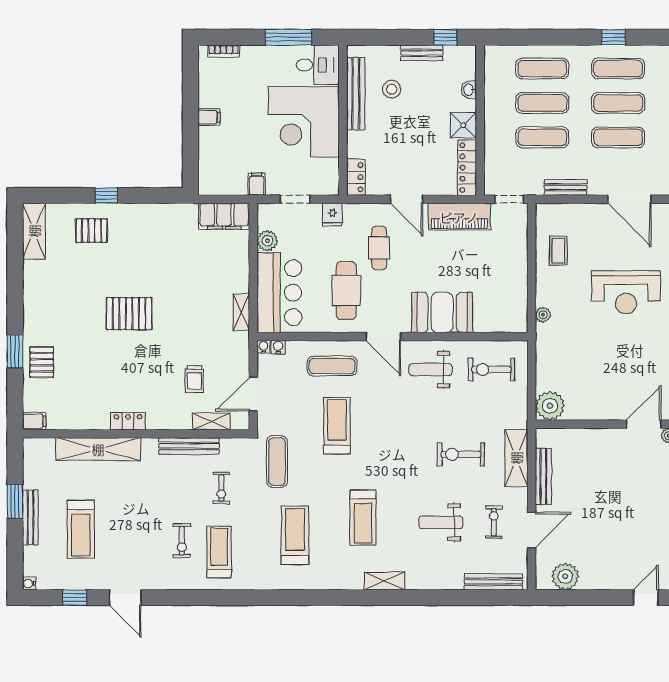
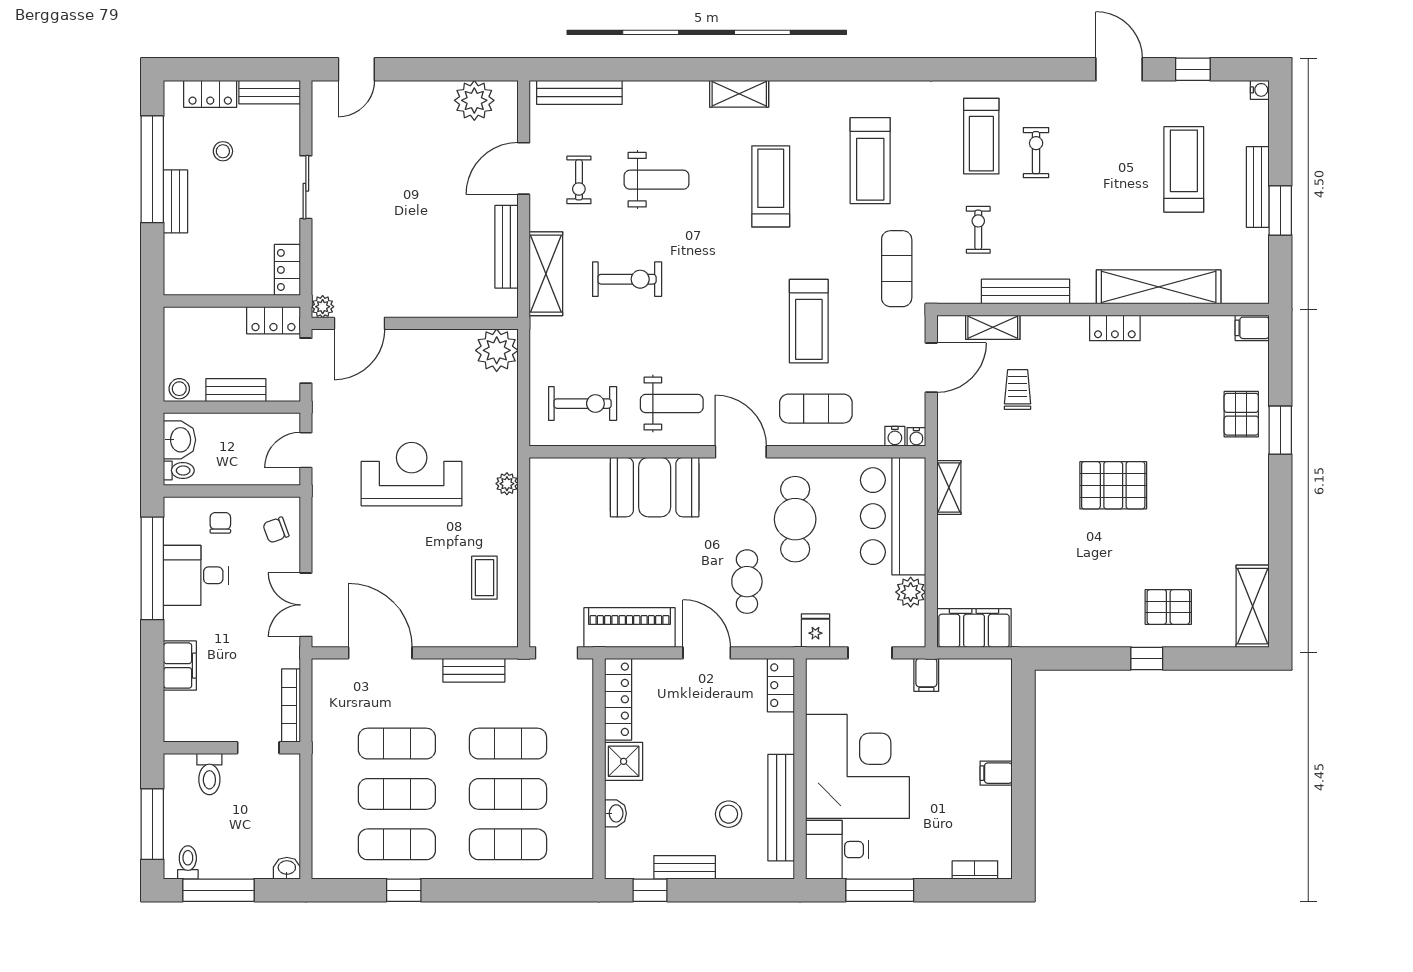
reception desk: (626, 292) -> (412, 474), moved

